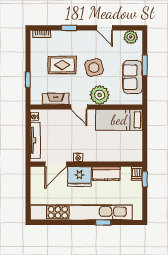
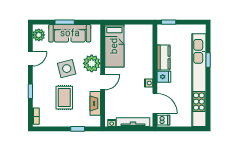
sofa: (133, 77) -> (70, 33), width x1.36
dishwasher: (137, 173) -> (163, 120), moved
fridge: (79, 176) -> (164, 77), width x0.53, depth x0.75

